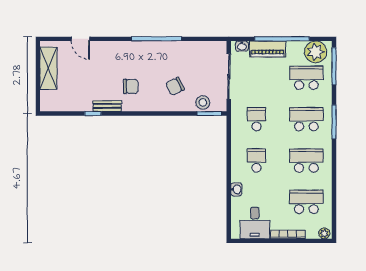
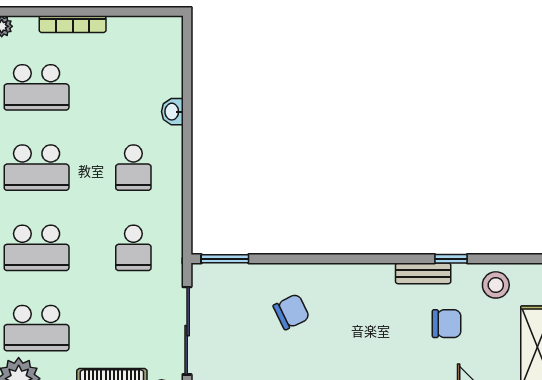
chair: (131, 86) -> (447, 324), moved, turned 180
stool: (203, 102) -> (496, 285), moved
desk: (255, 223) -> (137, 47), removed

